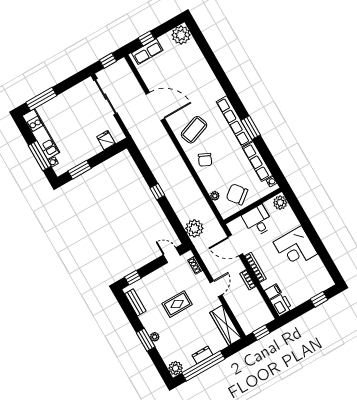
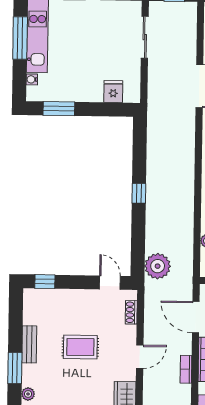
sliding door: (105, 97) -> (145, 37), width x0.73
window: (40, 156) -> (20, 38), moved
bench: (135, 302) -> (29, 344), moved
plant: (155, 337) -> (28, 394), moved

